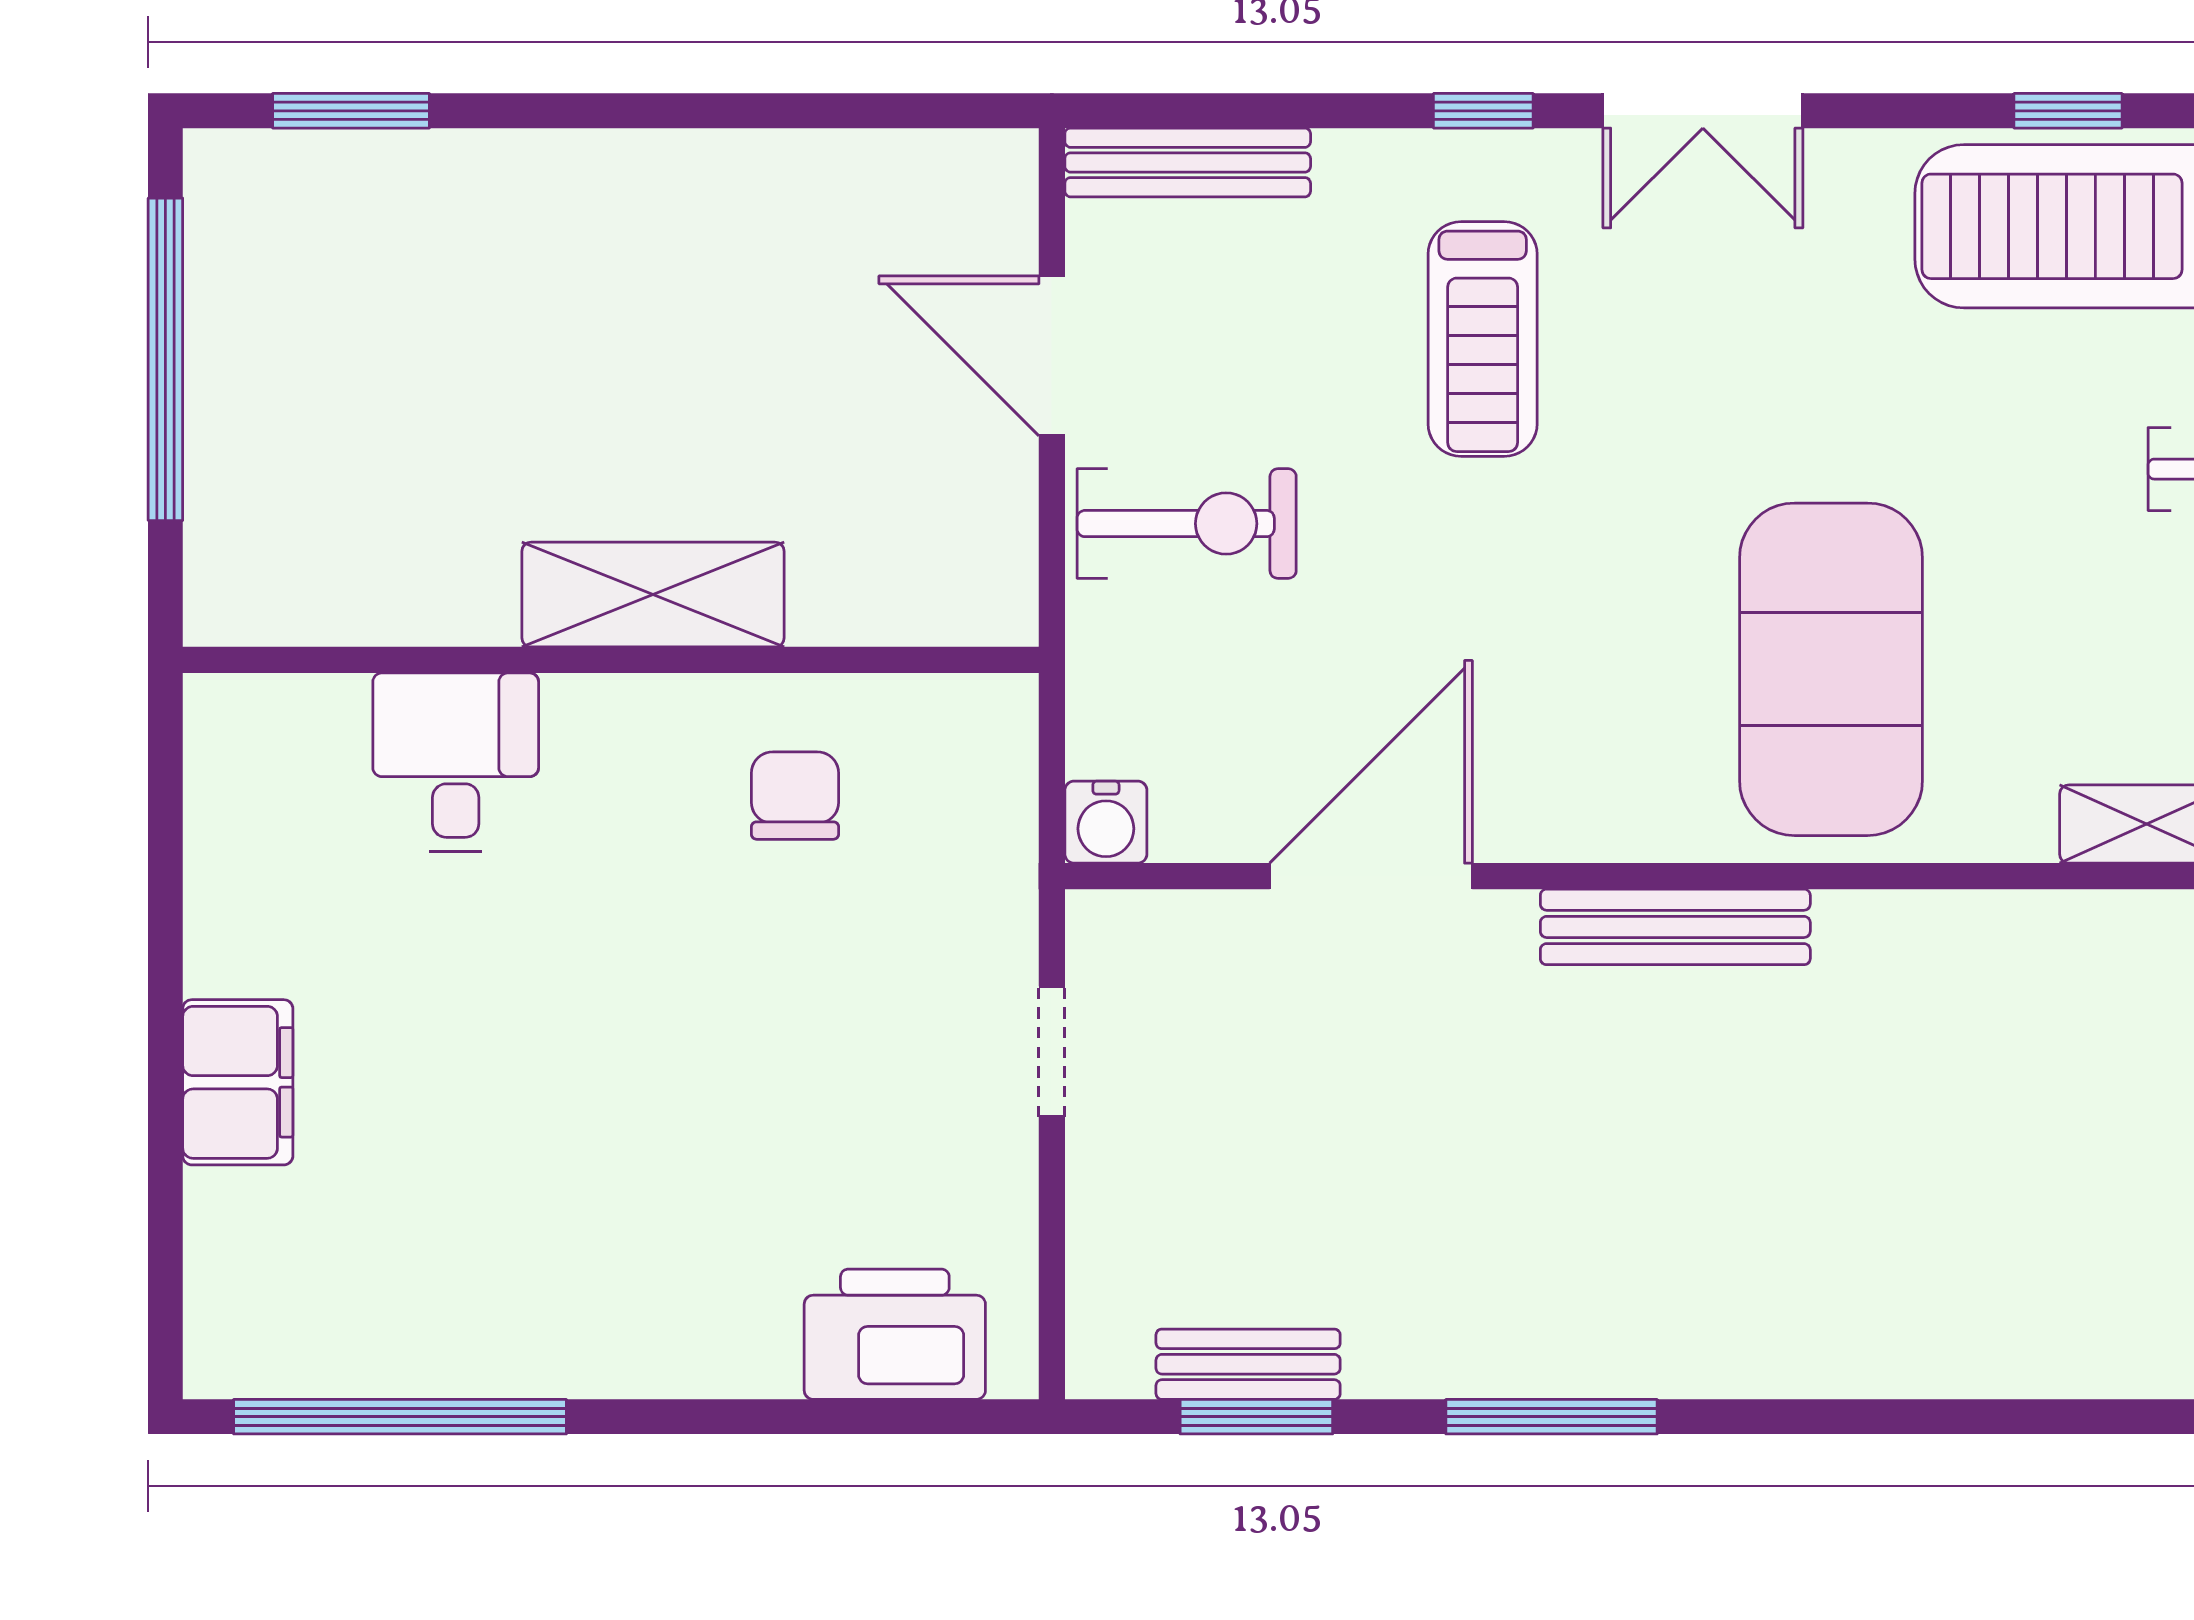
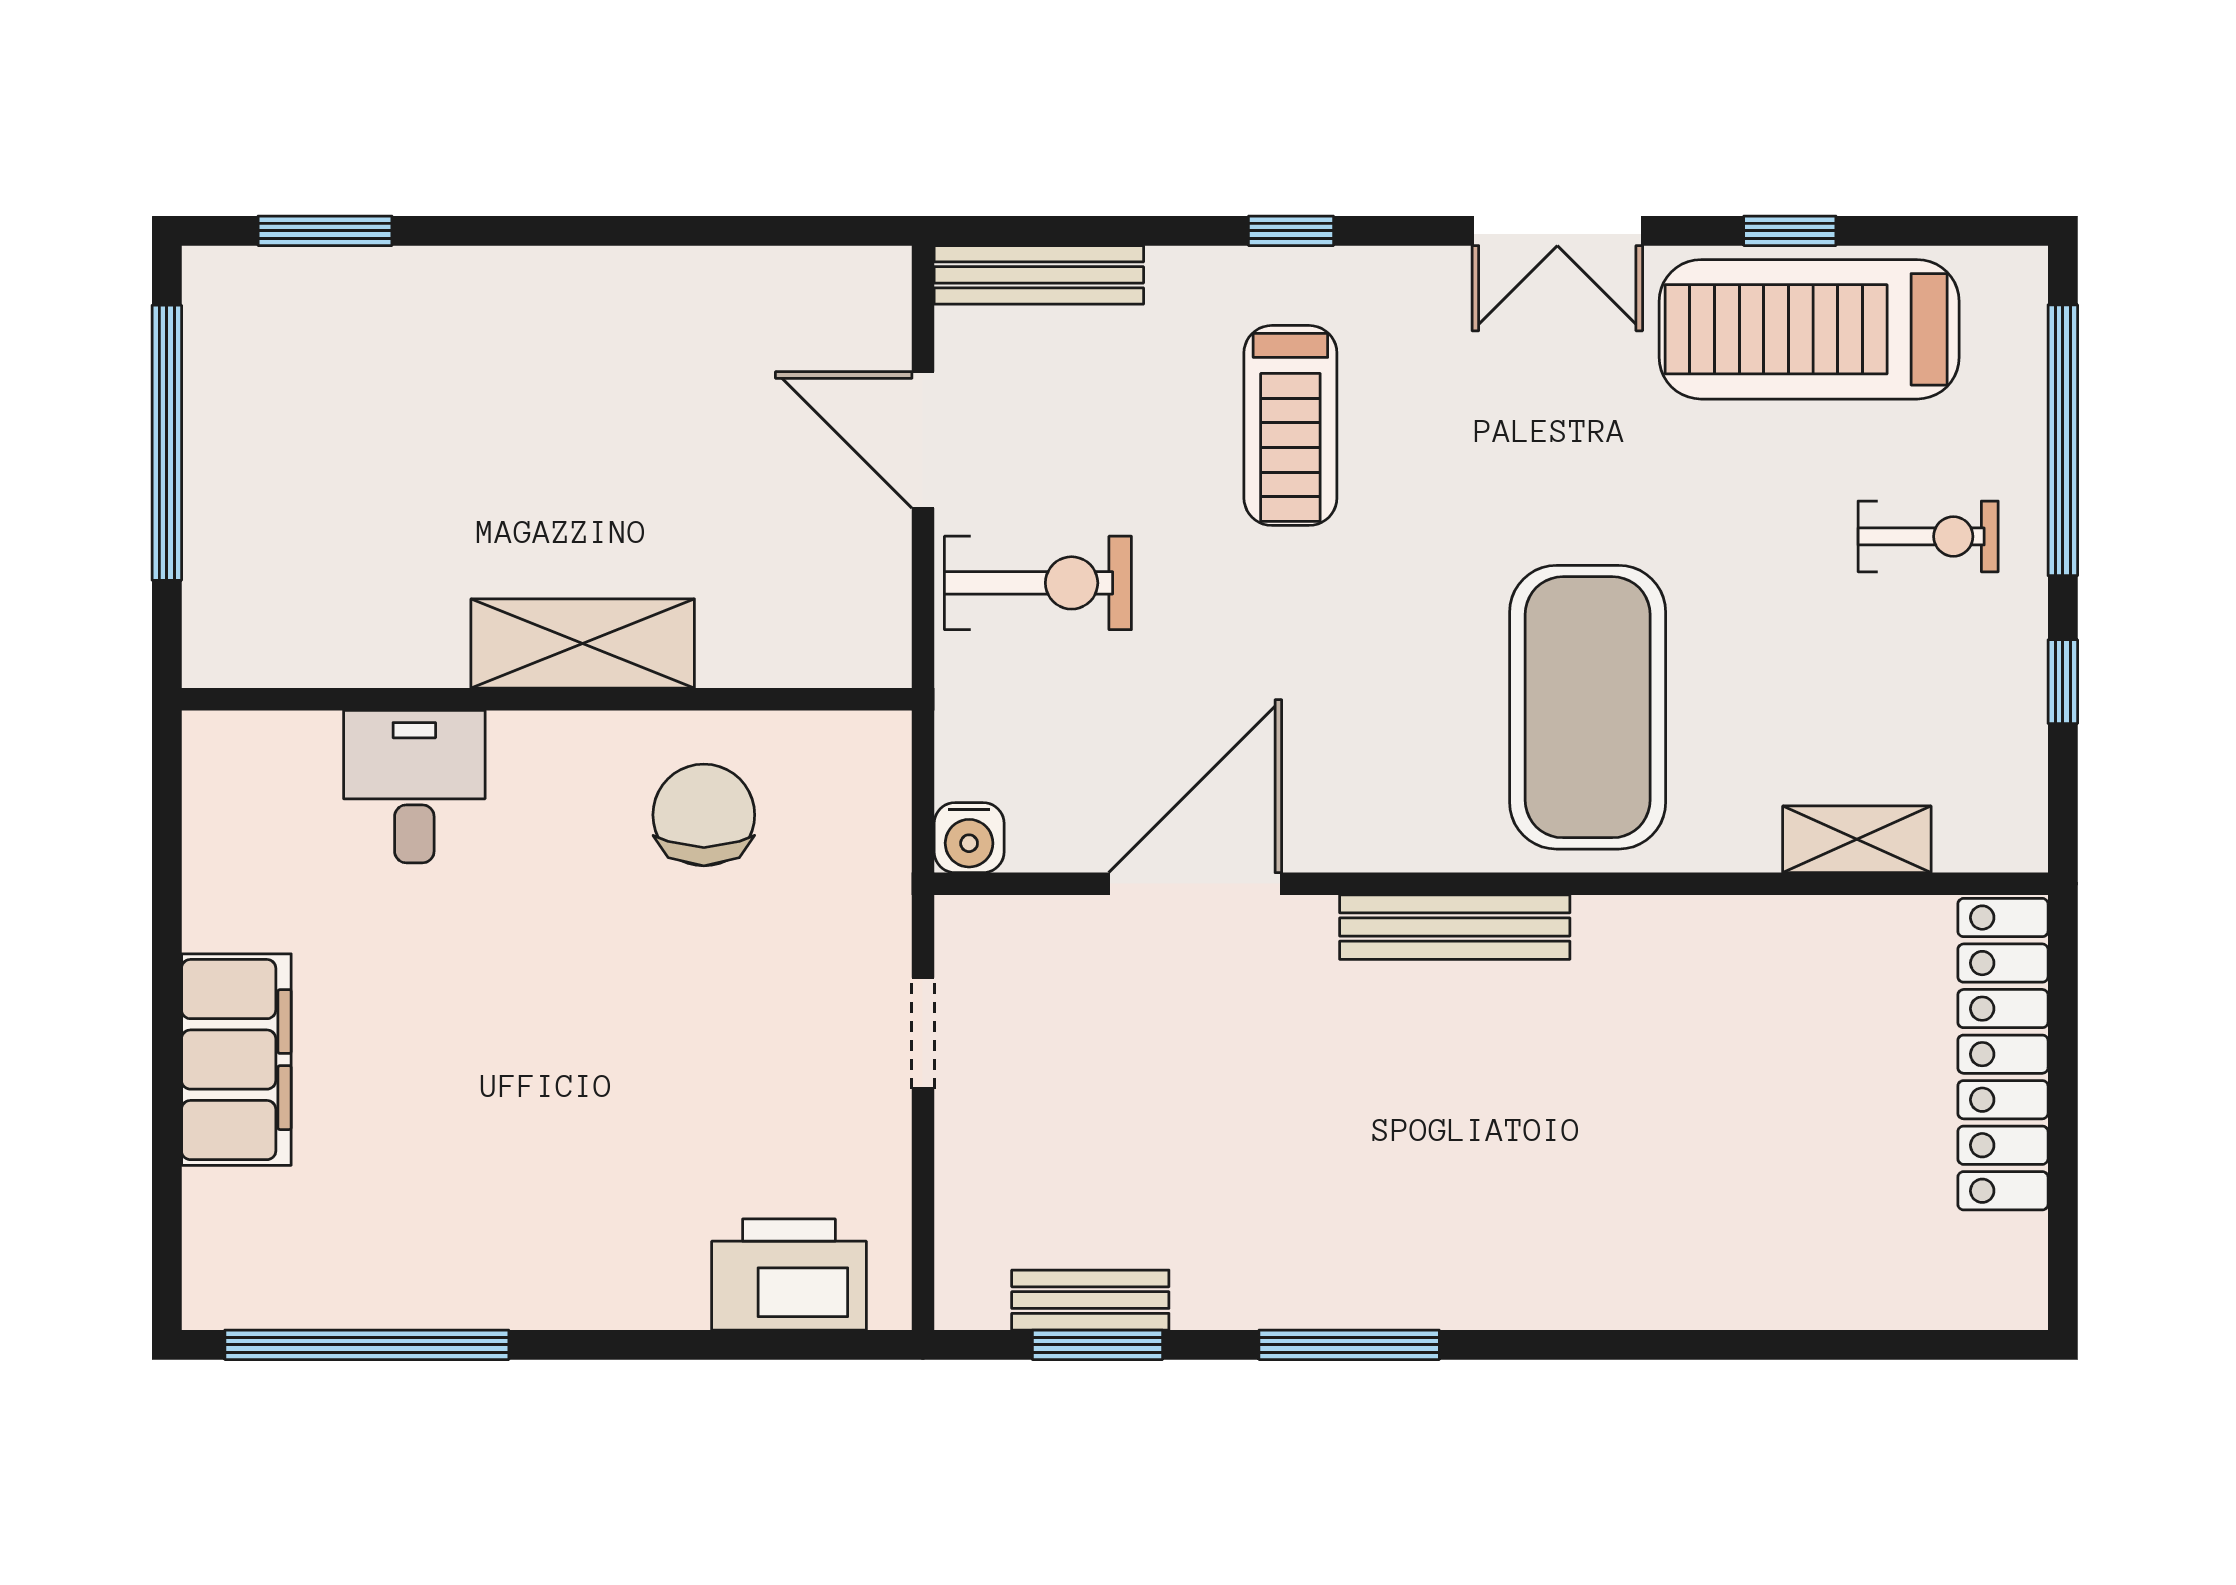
double door: (1703, 111) -> (1557, 231), moved
chair: (795, 796) -> (704, 815), width x1.37, depth x1.37
filing cabinet: (238, 1082) -> (236, 1060), width x1.50, depth x1.17

